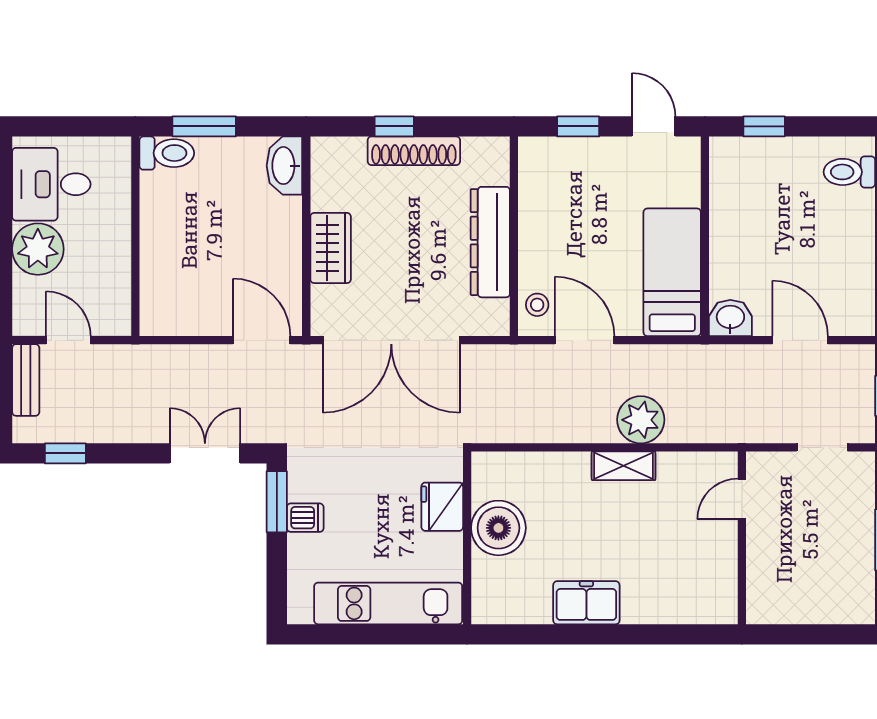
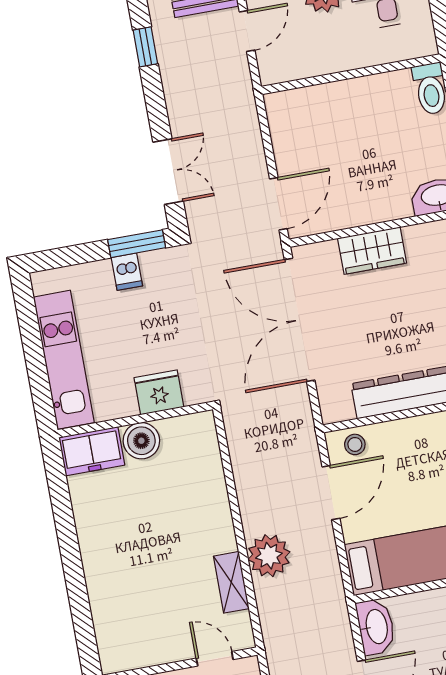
washbasin: (730, 318) -> (376, 627), width x1.38
shelving: (624, 466) -> (231, 582), moved
boiler: (498, 528) -> (141, 441), width x0.73, depth x0.73
freezer: (586, 603) -> (92, 451), moved, turned 90

